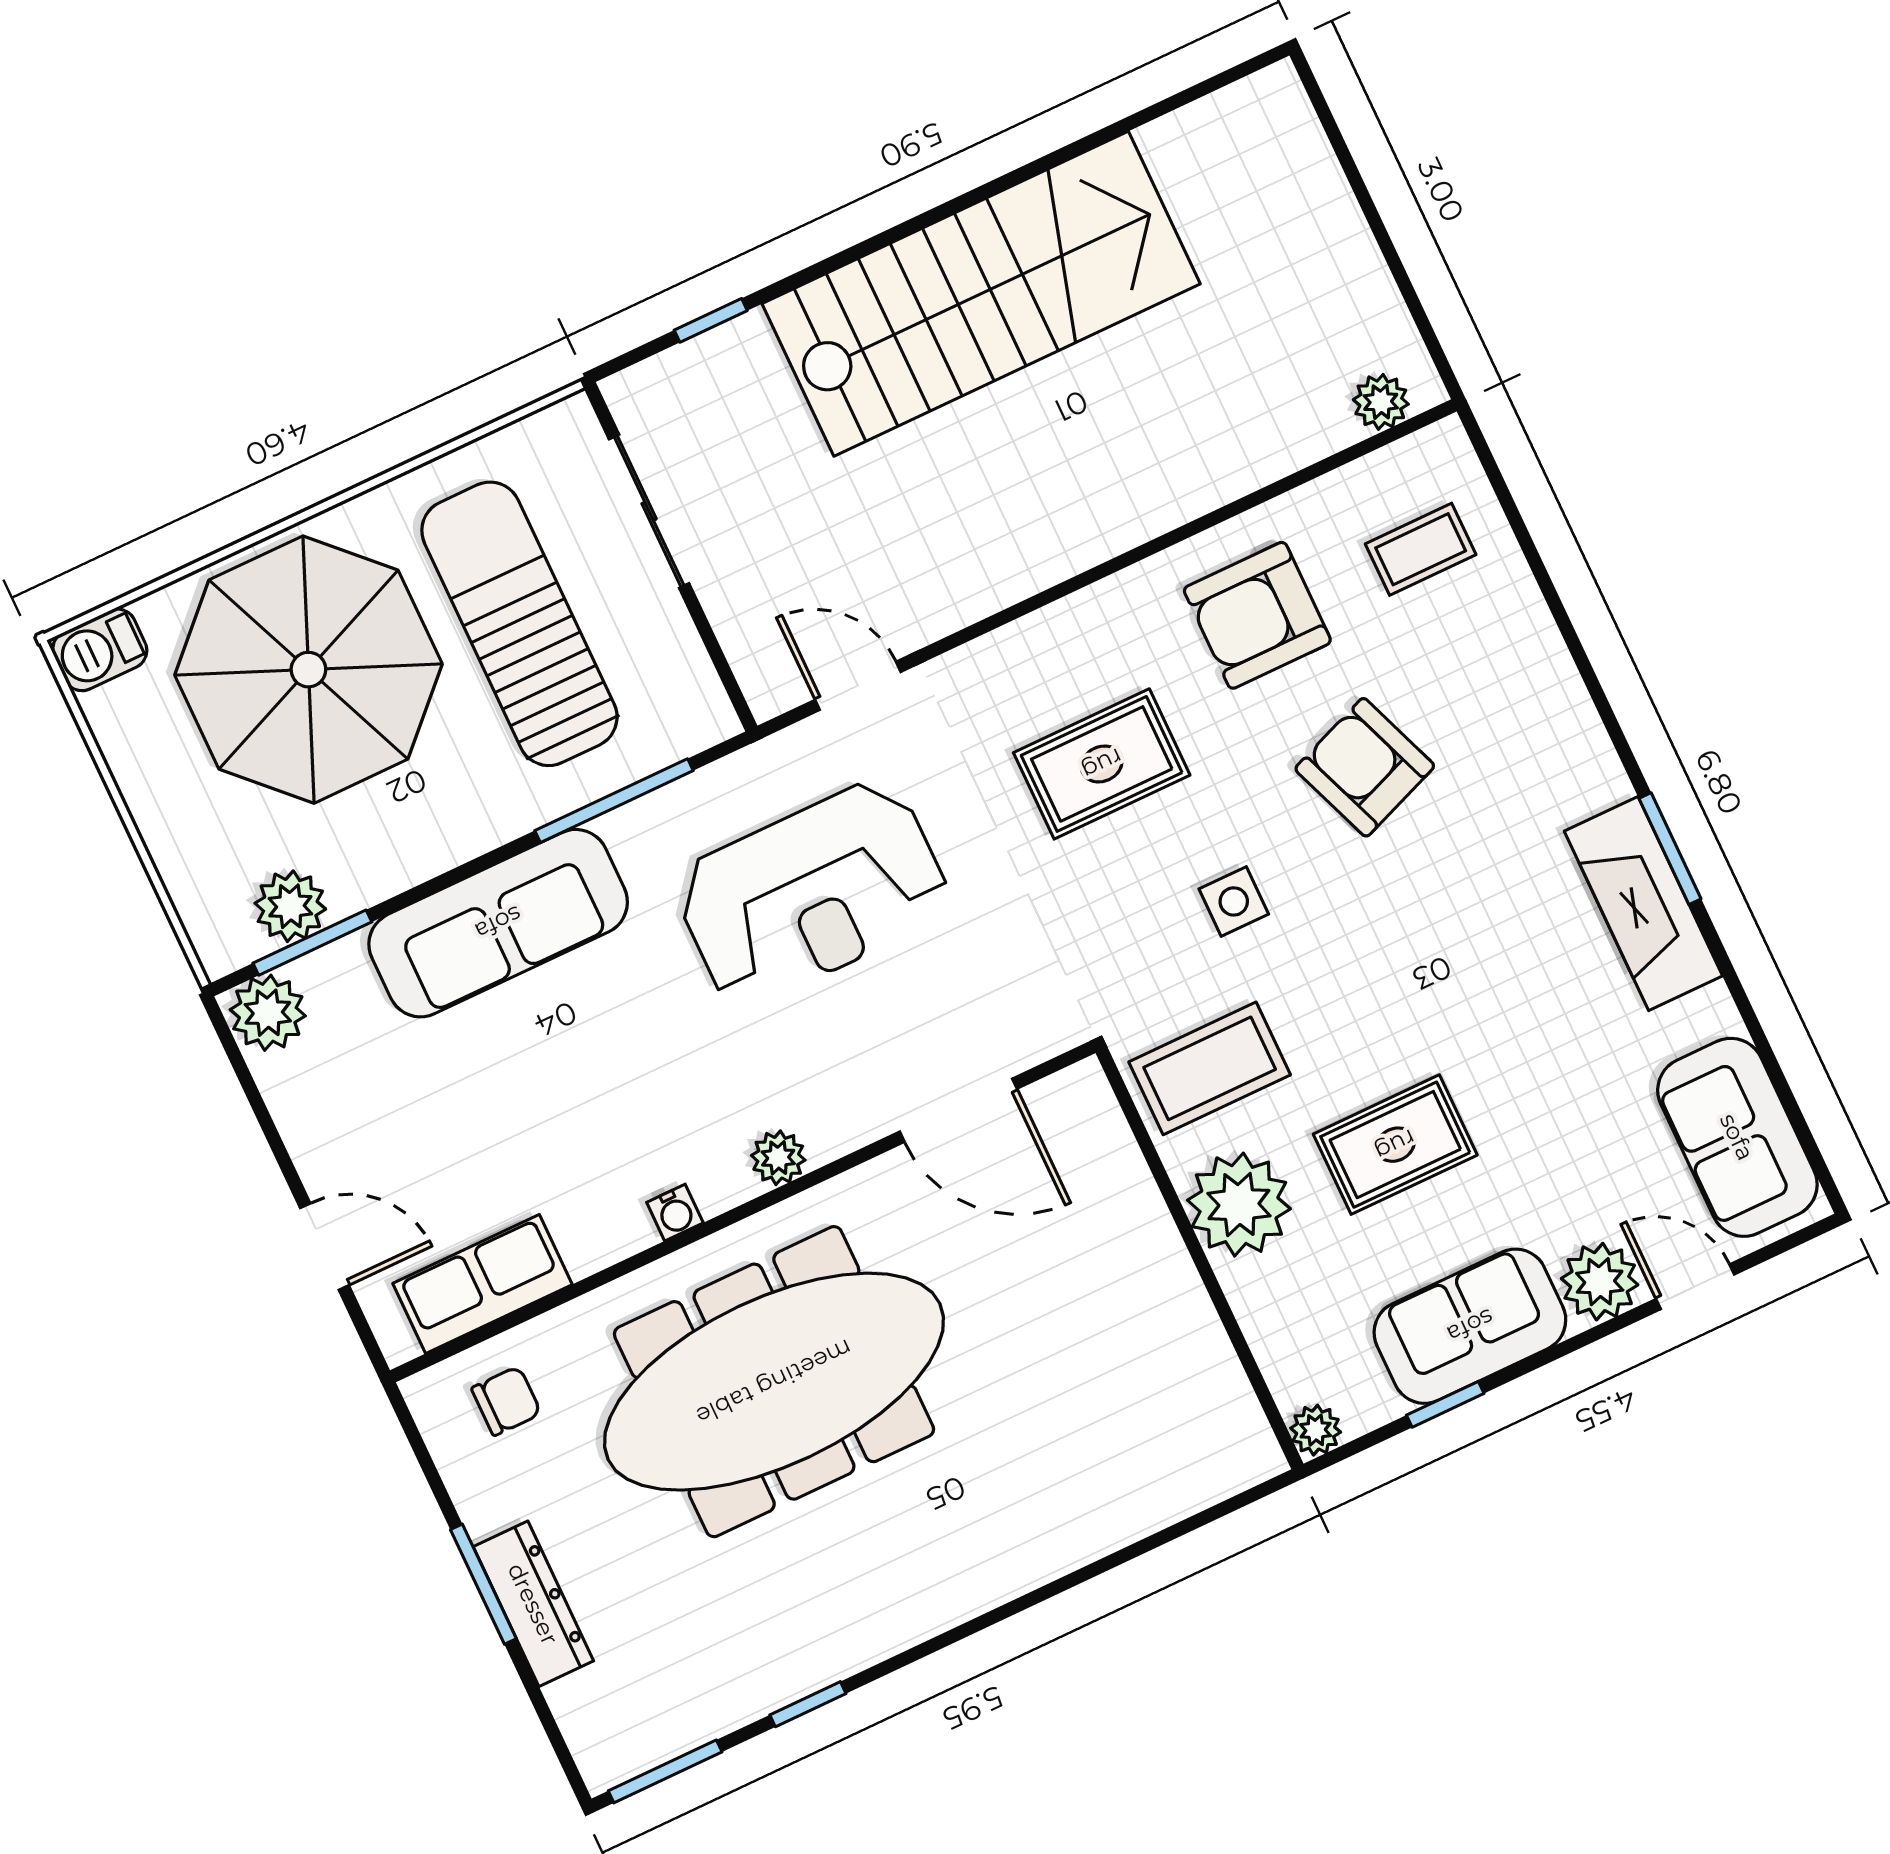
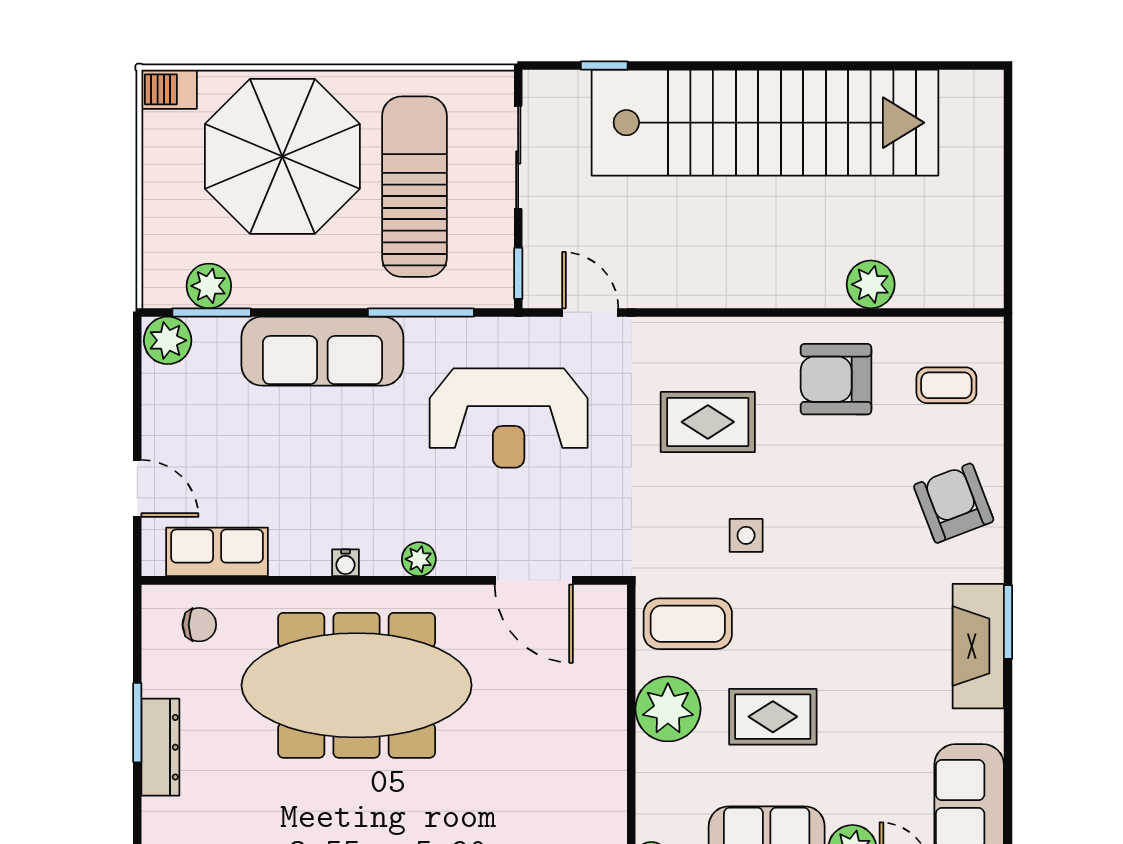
stairs: (981, 294) -> (765, 123), width x1.36
plant: (1381, 402) -> (871, 284), moved, width x1.38, depth x1.38
window: (728, 678) -> (518, 273), added
armchair: (1365, 767) -> (954, 503), moved

